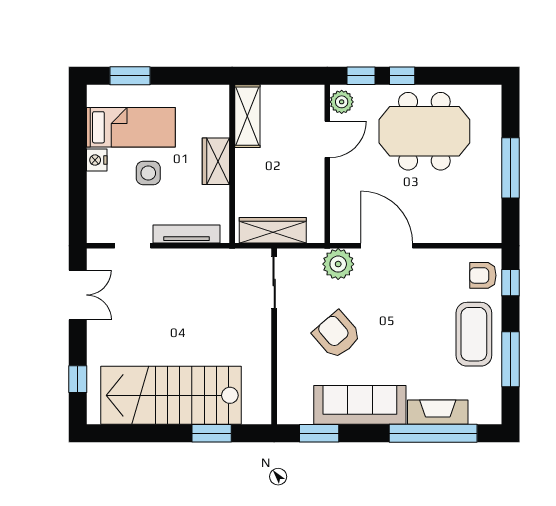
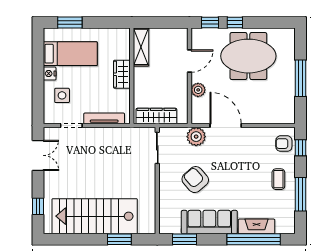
plant: (342, 102) -> (198, 90), moved
side table: (148, 173) -> (62, 95), moved
coffee table: (474, 334) -> (278, 179), width x0.54, depth x0.58

